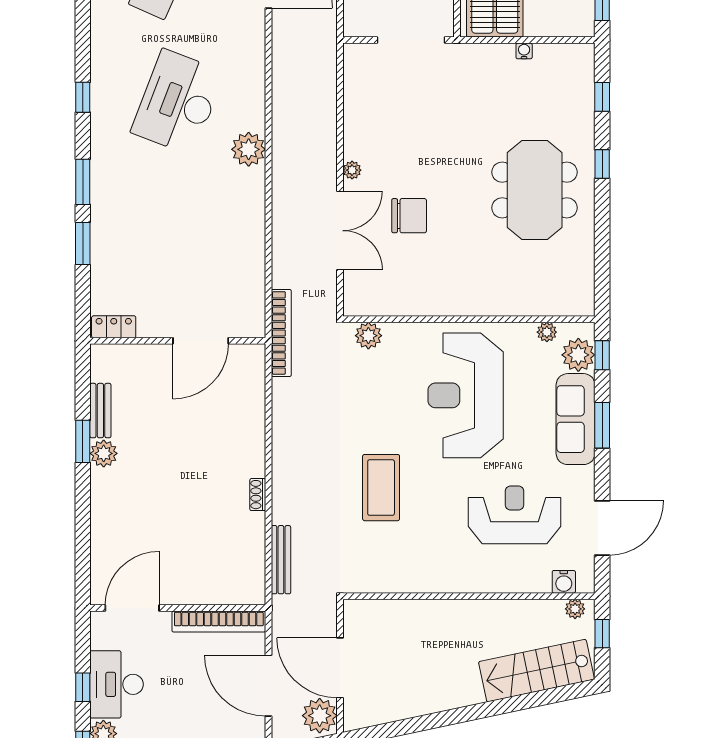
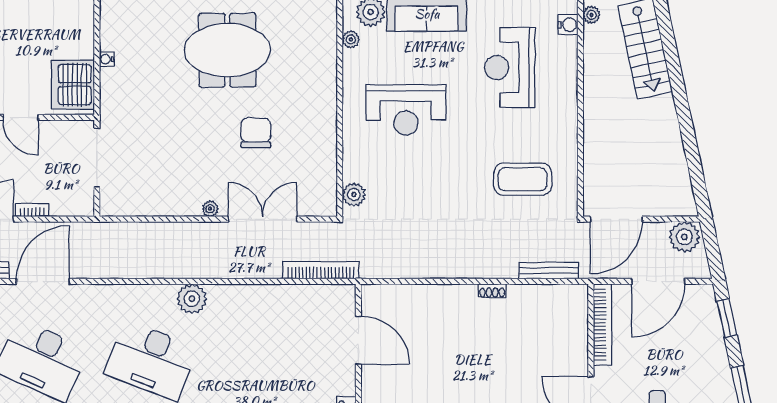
chair: (409, 216) -> (256, 133), moved
bookcase: (281, 333) -> (321, 270), moved
reception desk: (466, 395) -> (406, 110), width x0.74, depth x0.77
coffee table: (381, 488) -> (523, 179), moved
door: (340, 668) -> (616, 219), moved

